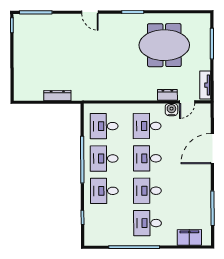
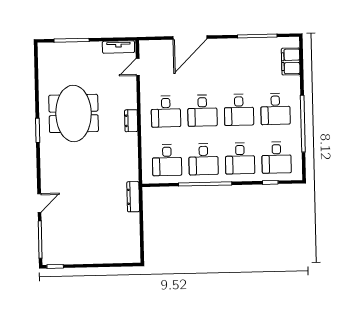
door: (90, 12) -> (39, 203), moved
meeting table: (164, 45) -> (74, 113), moved
dresser: (167, 95) -> (131, 121), moved
dresser: (57, 96) -> (133, 197), moved
door: (187, 102) -> (138, 67), swing flipped
water cooler: (171, 110) -> (147, 84), removed
door: (212, 149) -> (190, 38), hinge flipped
desk: (104, 223) -> (277, 158), added

